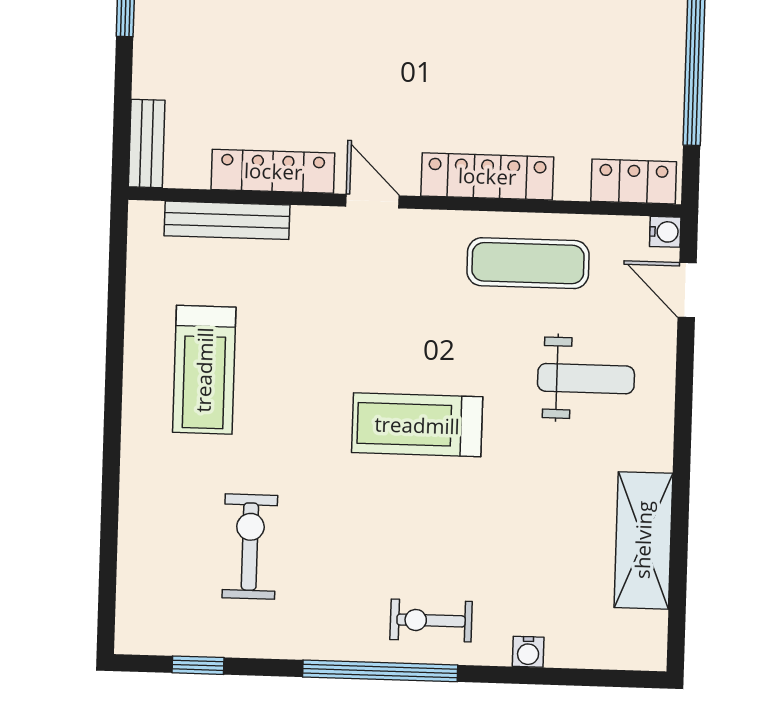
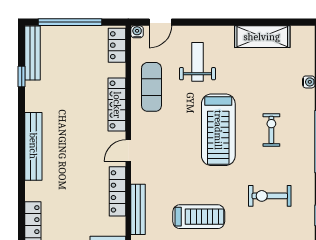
treadmill: (417, 425) -> (218, 130), width x1.37, depth x1.38
exercise bike: (431, 620) -> (271, 130), moved, turned 180

